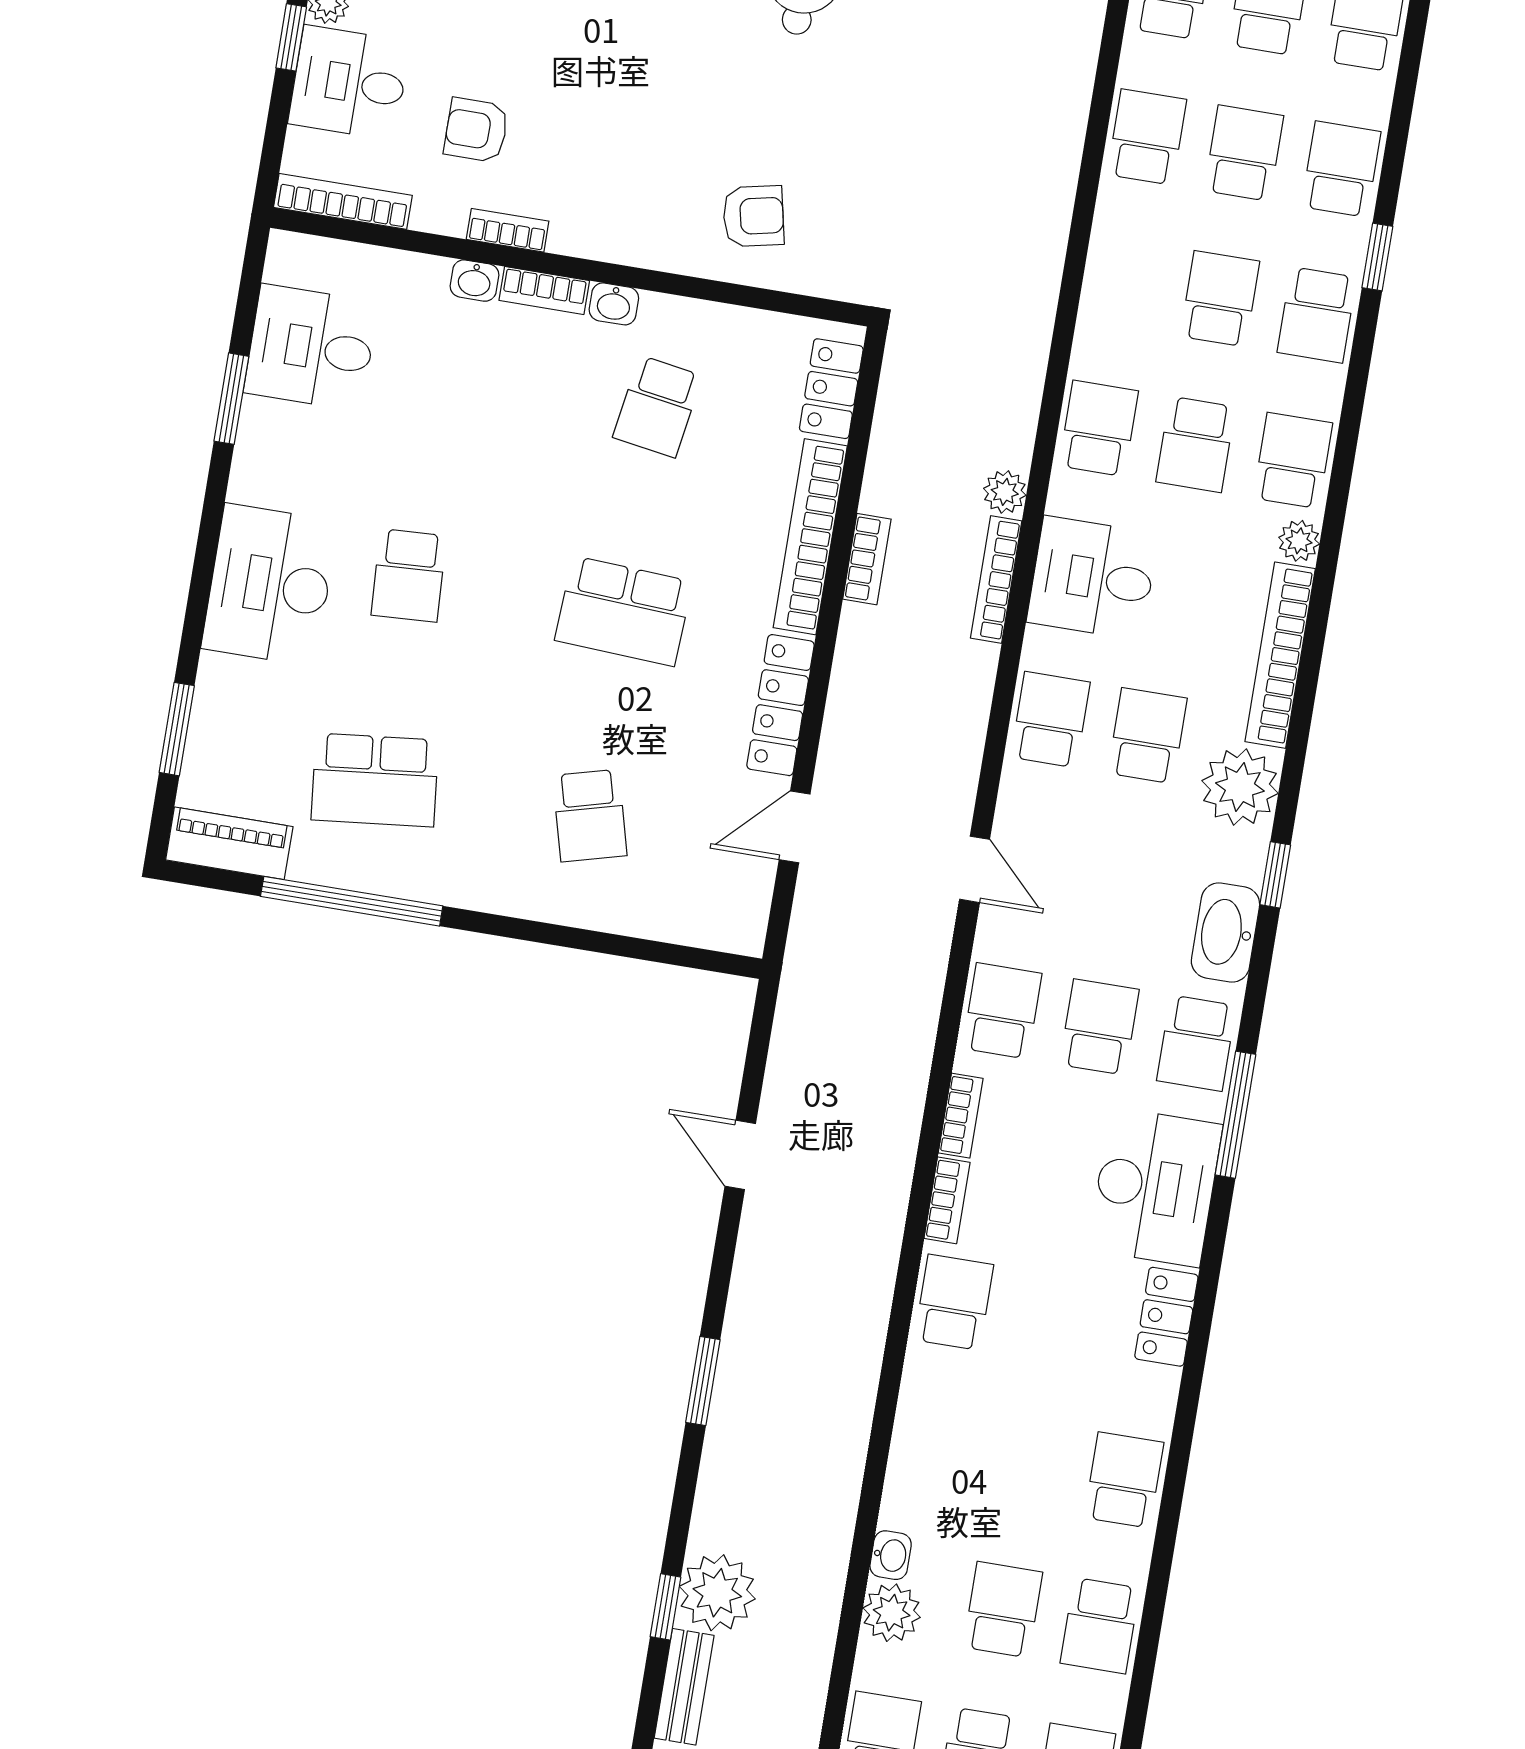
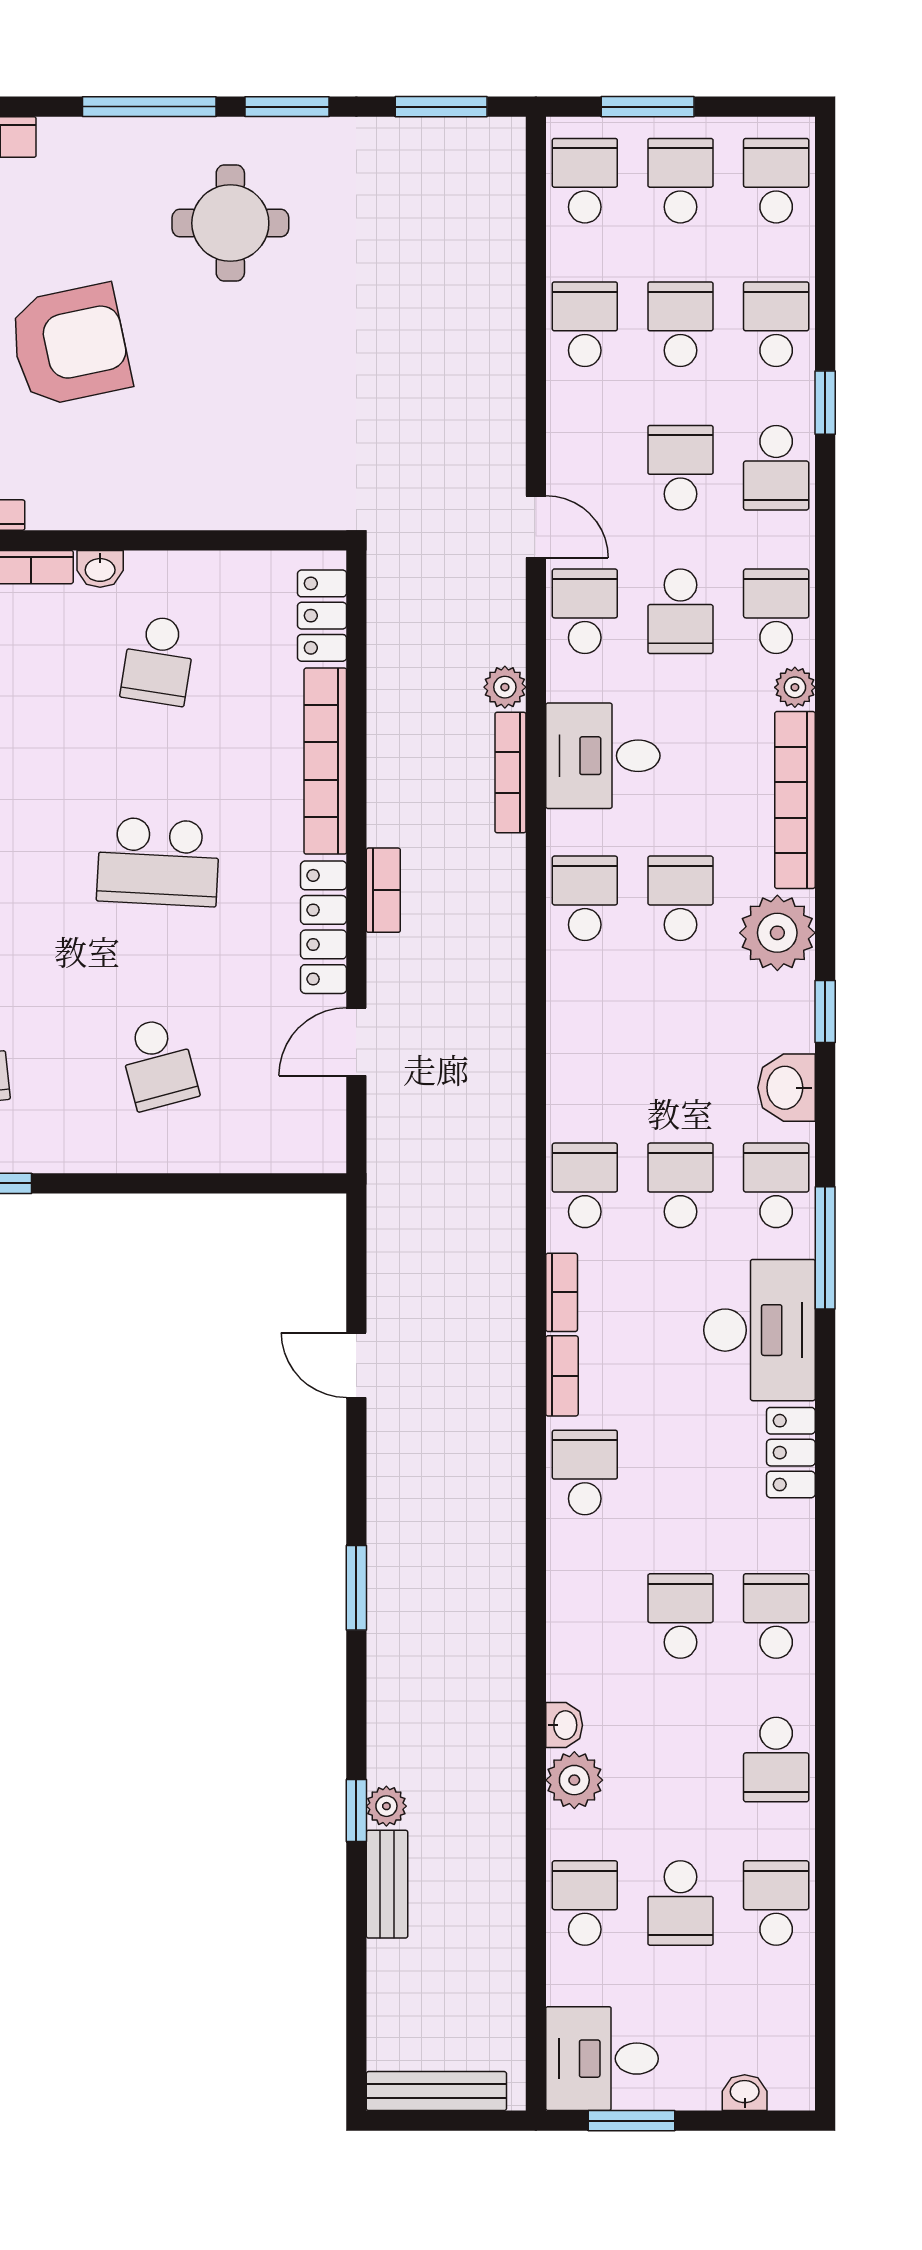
armchair: (753, 216) -> (70, 345), moved, width x1.88, depth x1.88
bookcase: (867, 559) -> (383, 890), moved
door: (975, 869) -> (536, 527), moved
washbasin: (1225, 933) -> (787, 1088), width x0.72
school desk: (1196, 1043) -> (776, 1185), turned 180
plant: (717, 1593) -> (386, 1806), width x0.53, depth x0.53
school desk: (1003, 1610) -> (680, 1616), moved

